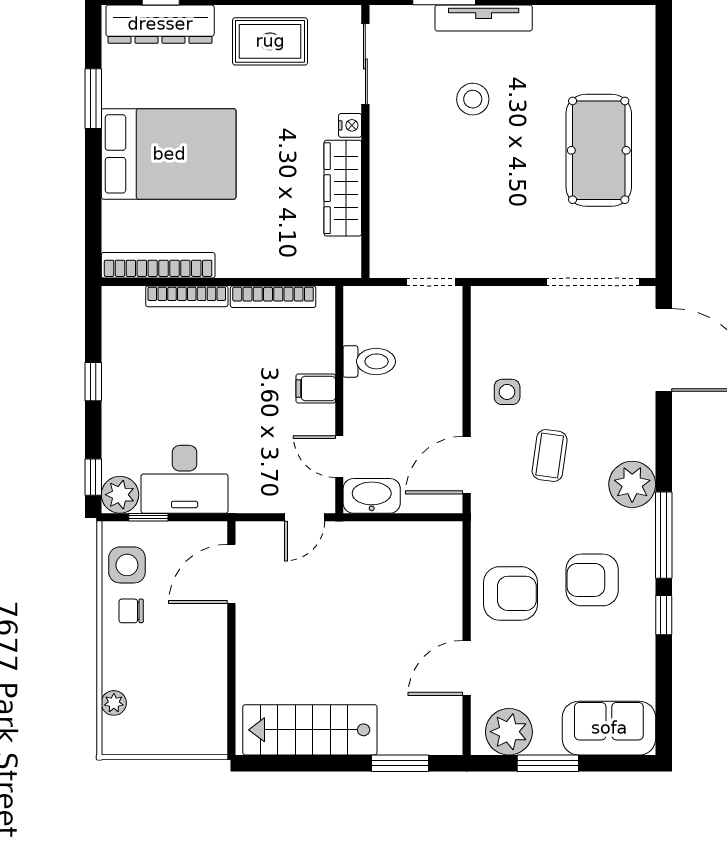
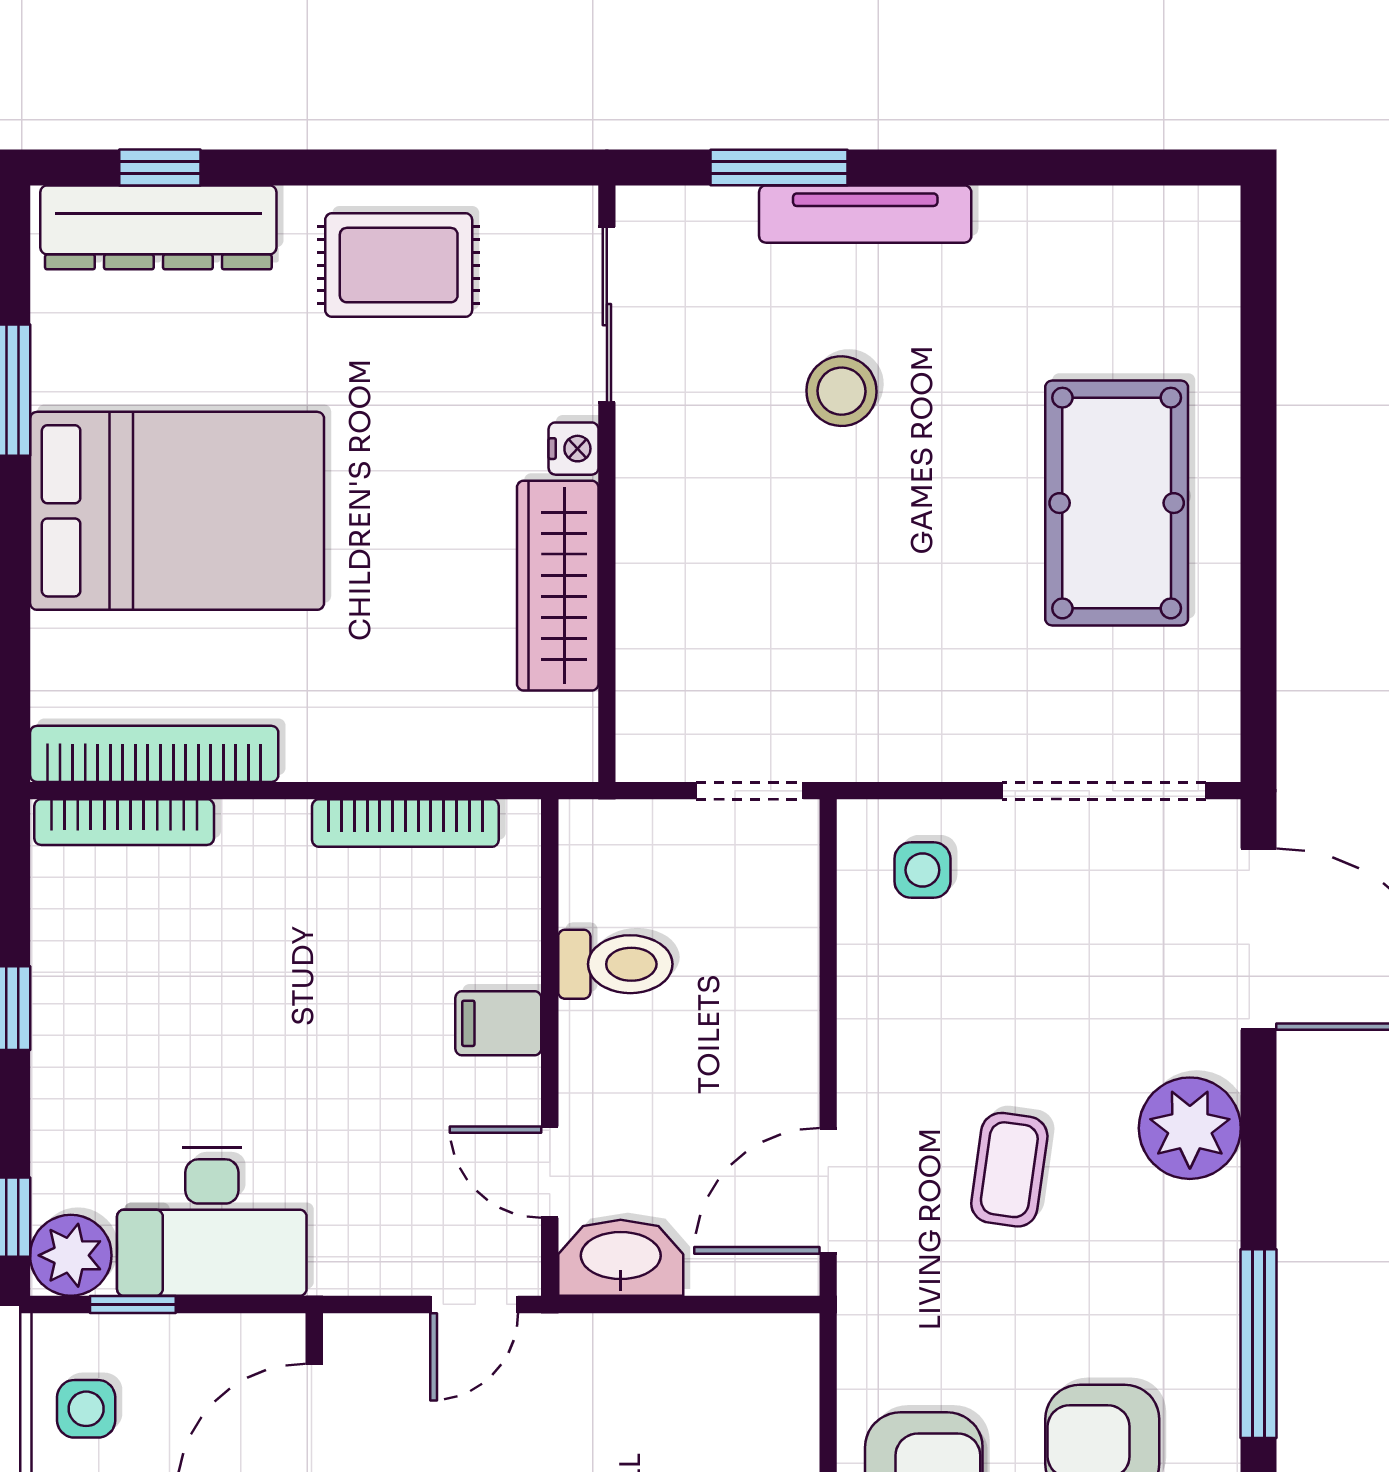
bookcase: (187, 296) -> (124, 822), moved
side table: (507, 392) -> (922, 870), moved
plant: (632, 484) -> (1190, 1128), moved
side table: (127, 565) -> (86, 1409), width x0.73, depth x0.73

